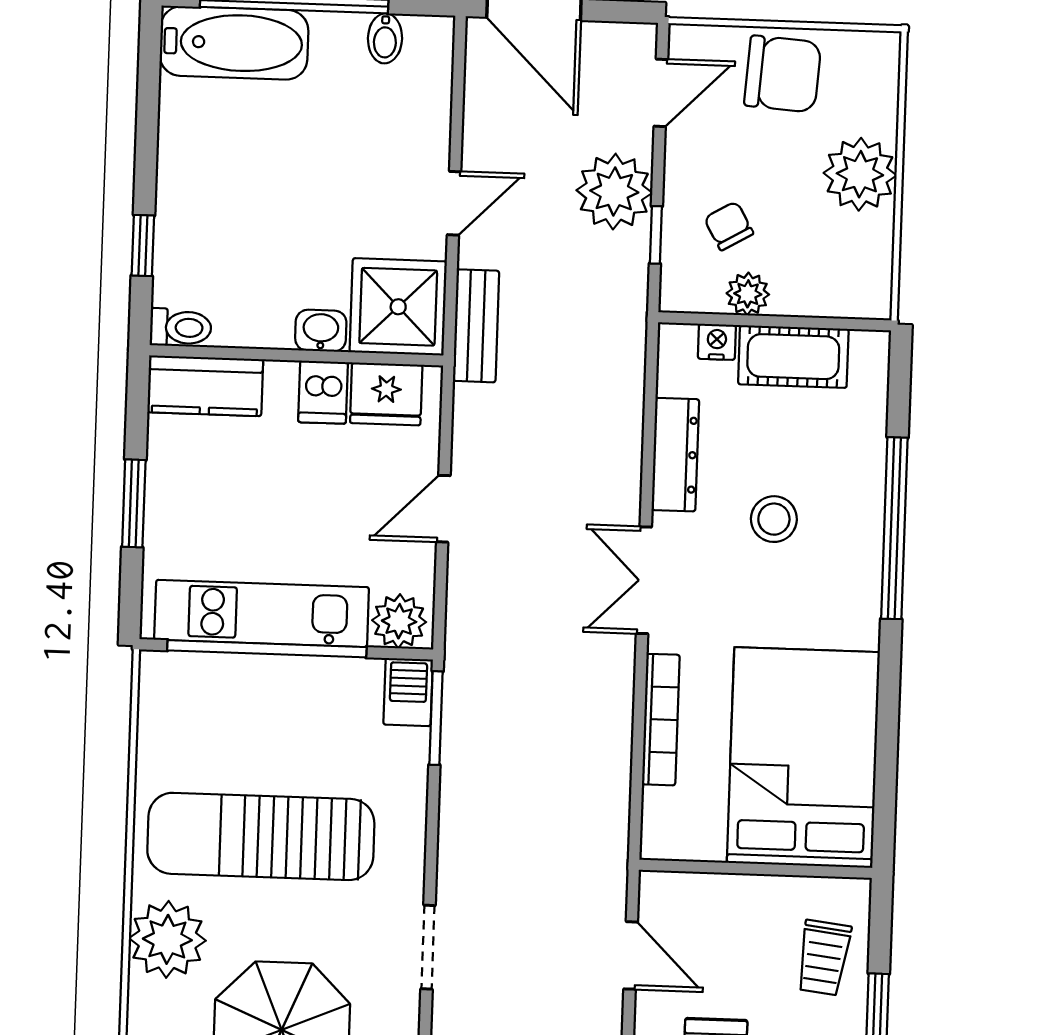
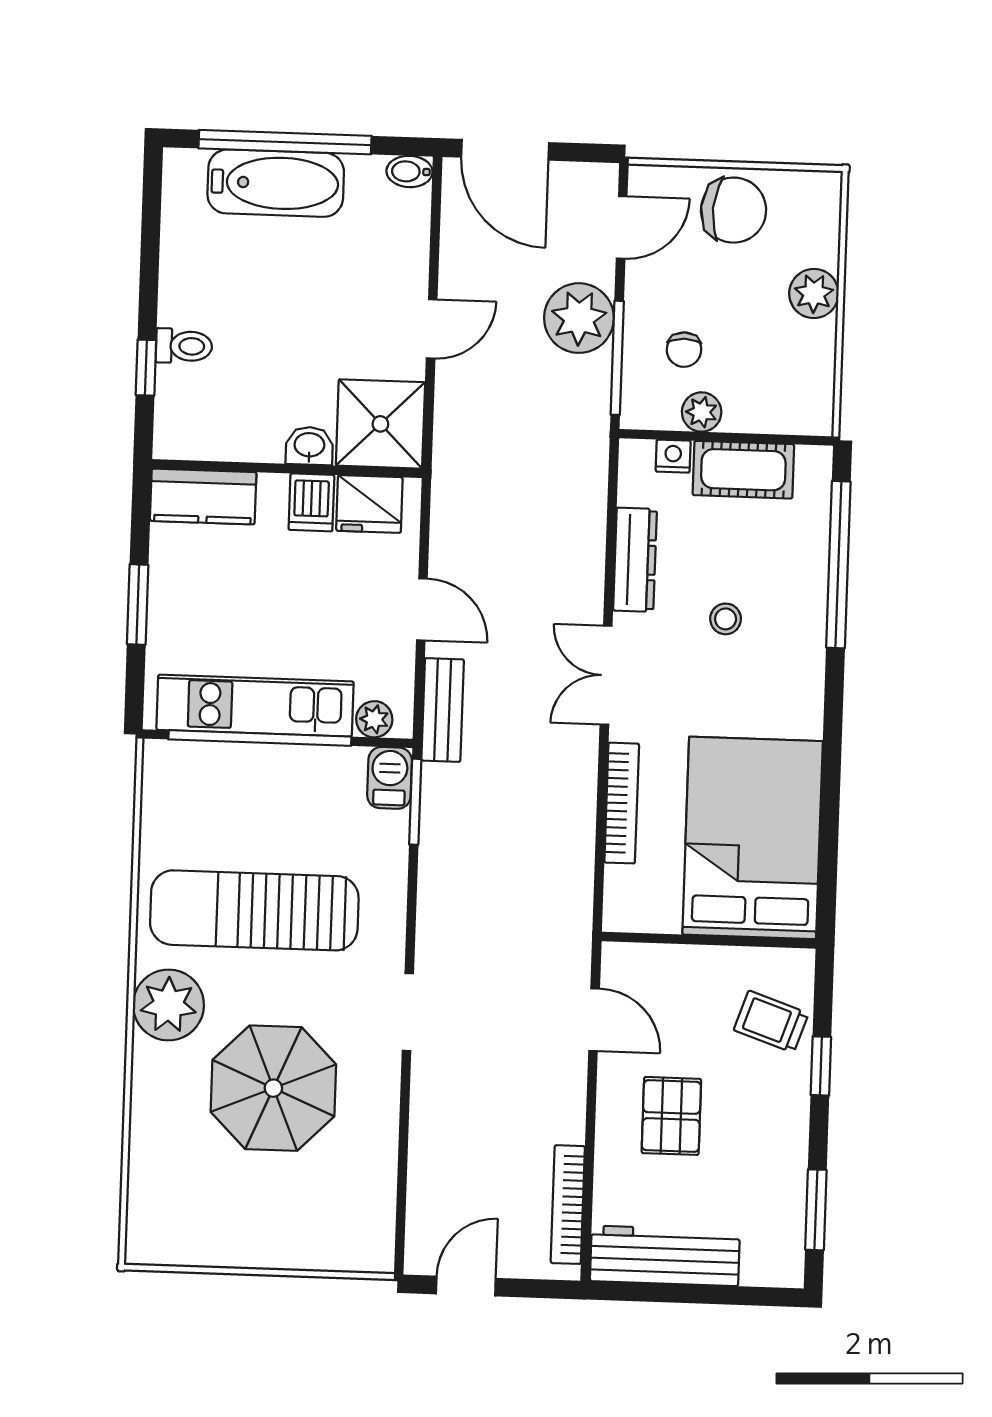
bidet: (385, 38) -> (409, 171), moved, turned 90
bathtub: (234, 43) -> (276, 183), moved
plant: (860, 174) -> (814, 294), width x0.73, depth x0.73
chair: (729, 226) -> (684, 350), turned -150
window: (656, 235) -> (617, 358), width x2.17
bench: (476, 326) -> (443, 710), moved
toilet: (181, 328) -> (184, 346), moved
door: (443, 509) -> (422, 609), swing flipped
stool: (774, 519) -> (726, 619), width x0.73, depth x0.73
window: (894, 528) -> (838, 565), moved
plant: (399, 621) -> (374, 719), width x0.73, depth x0.73
trolley: (824, 958) -> (771, 1022), turned 102

